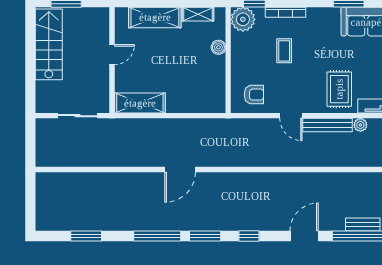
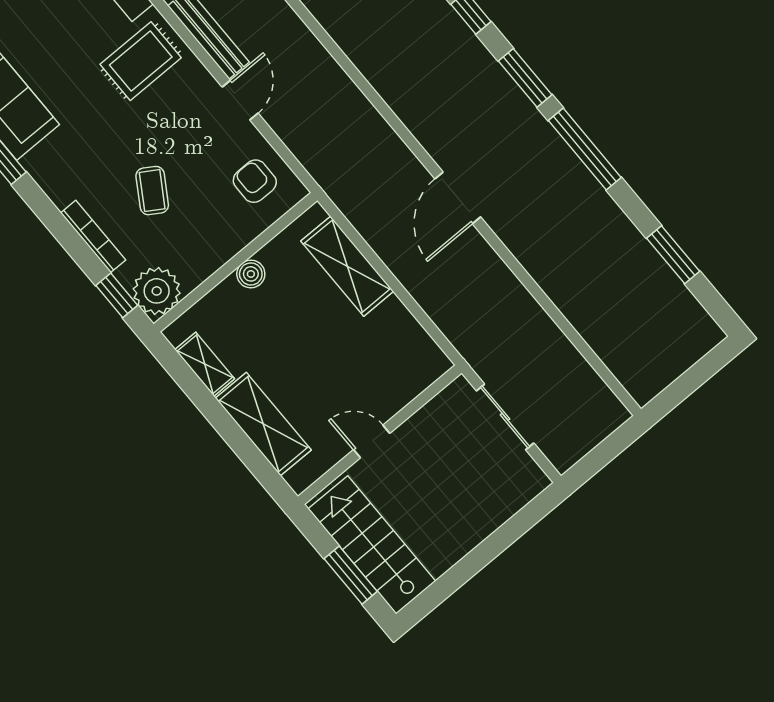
stairs: (49, 44) -> (372, 545), moved, turned 90
boiler: (218, 47) -> (251, 274), moved
coffee table: (284, 51) -> (152, 191), turned -58
shelving: (140, 103) -> (347, 266), moved
door: (180, 169) -> (458, 198), swing flipped

